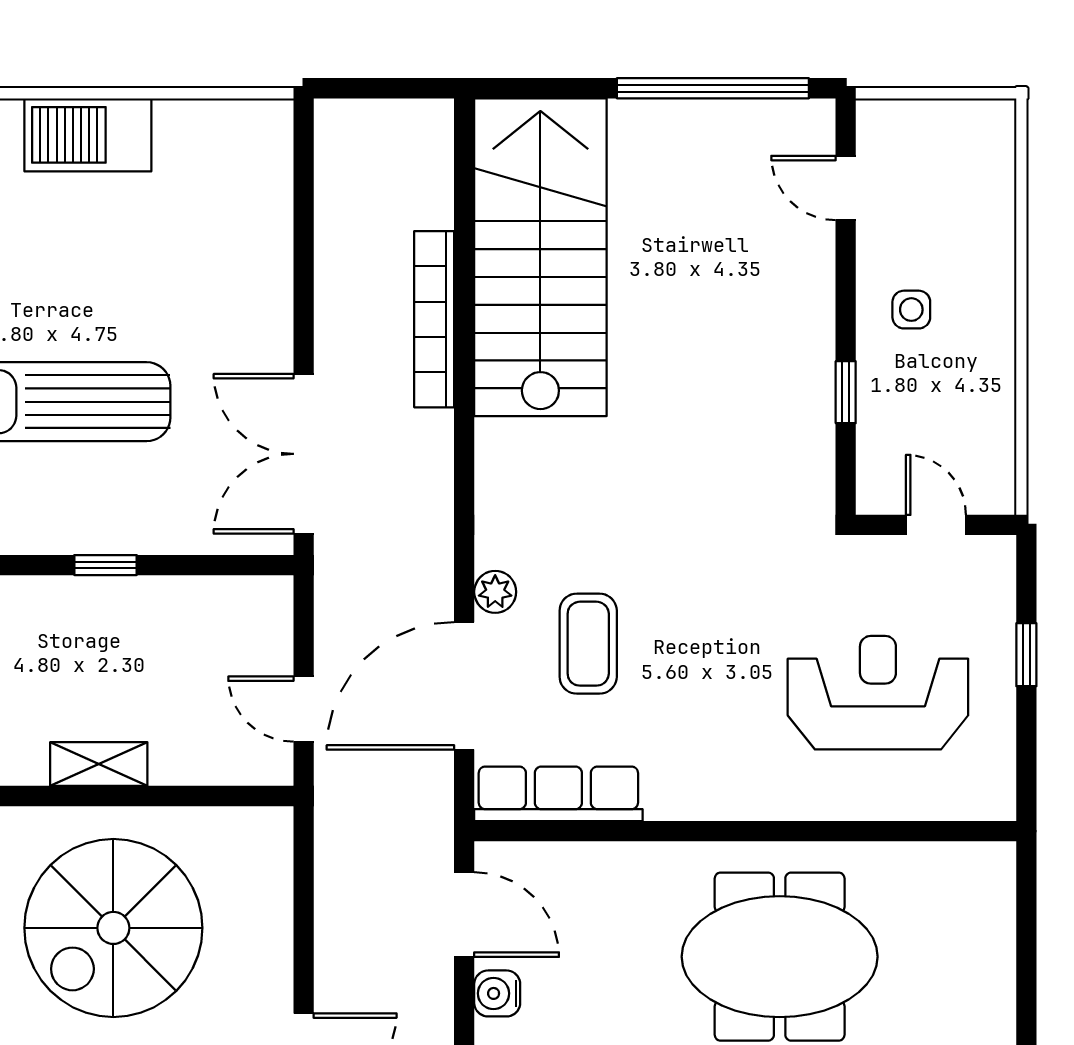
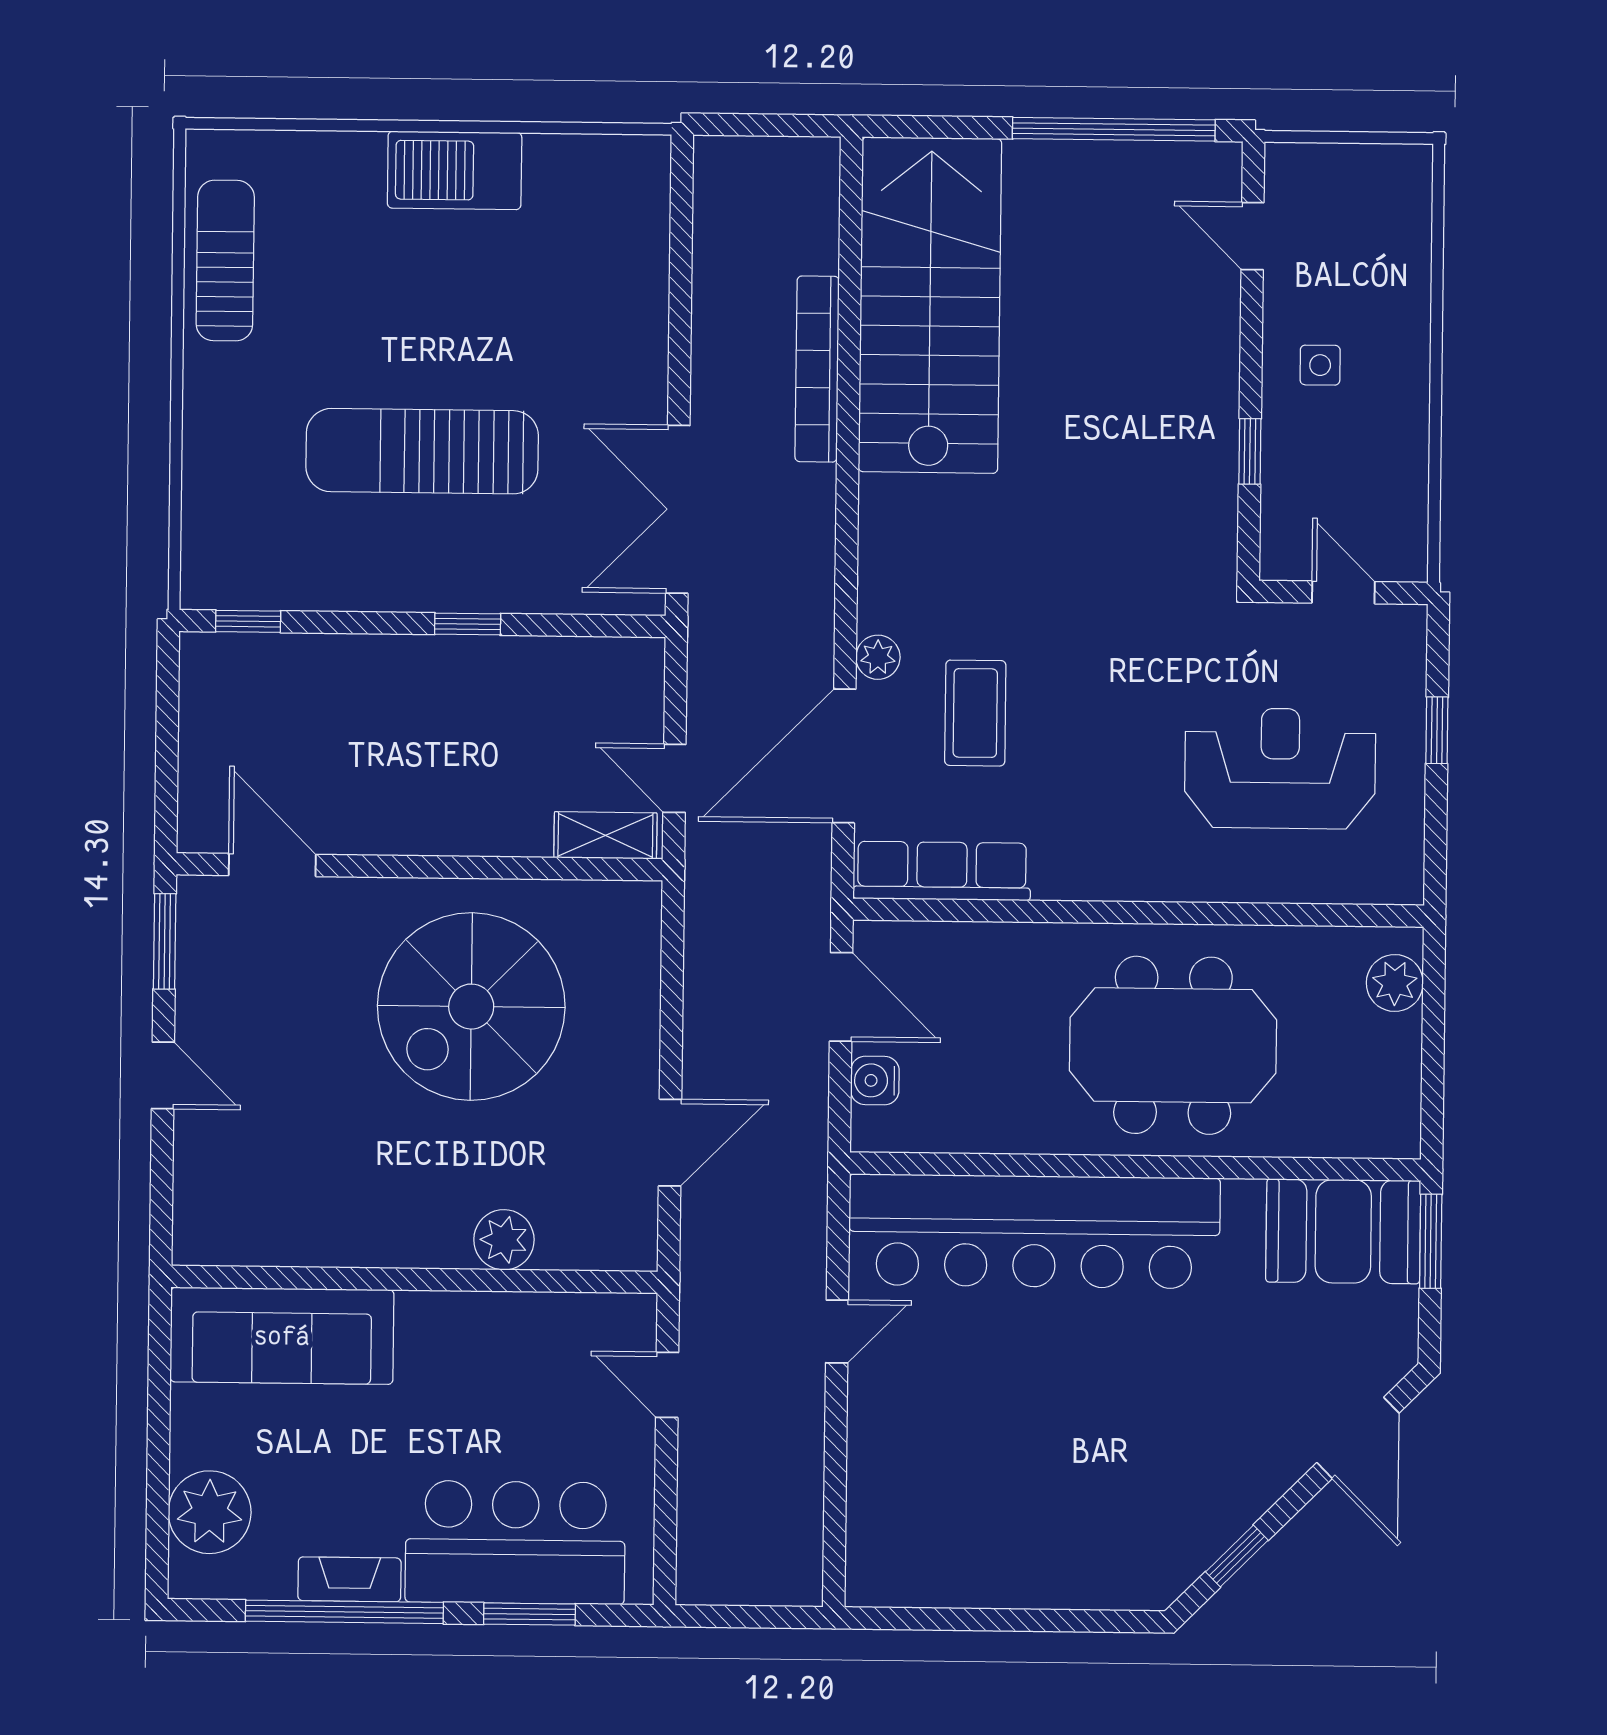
shelving: (99, 764) -> (605, 835), moved
plant: (989, 895) -> (1395, 983), added

